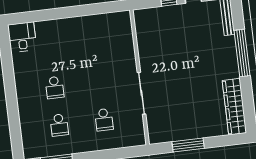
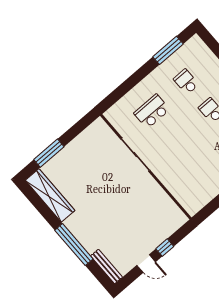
school desk: (104, 120) -> (152, 111), width x1.85
window: (188, 145) -> (49, 153), moved

